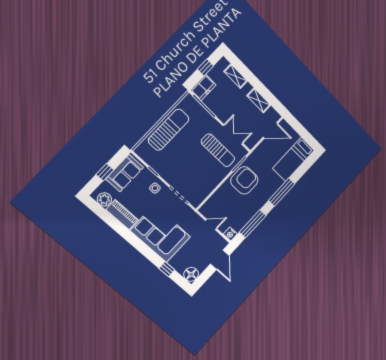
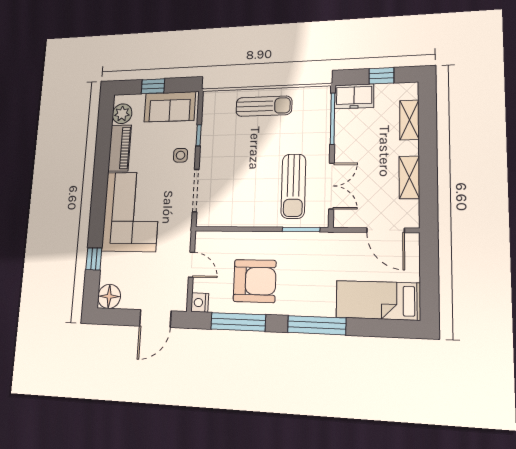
sun lounger: (169, 130) -> (264, 106), width x0.73, depth x0.75
armchair: (244, 180) -> (255, 281), moved

